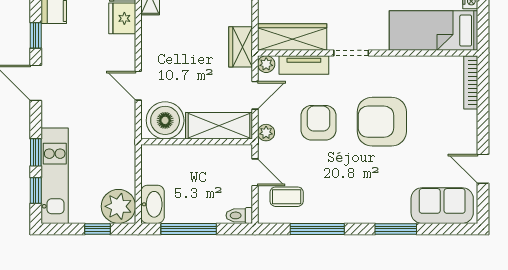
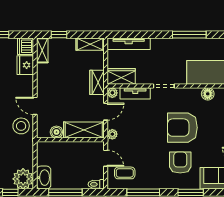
wardrobe: (292, 37) -> (121, 76), width x0.67
floor lamp: (424, 66) -> (208, 94), added
stool: (115, 119) -> (21, 126), added
boiler: (165, 120) -> (56, 132), width x0.54, depth x0.54
armchair: (318, 123) -> (180, 163), moved

